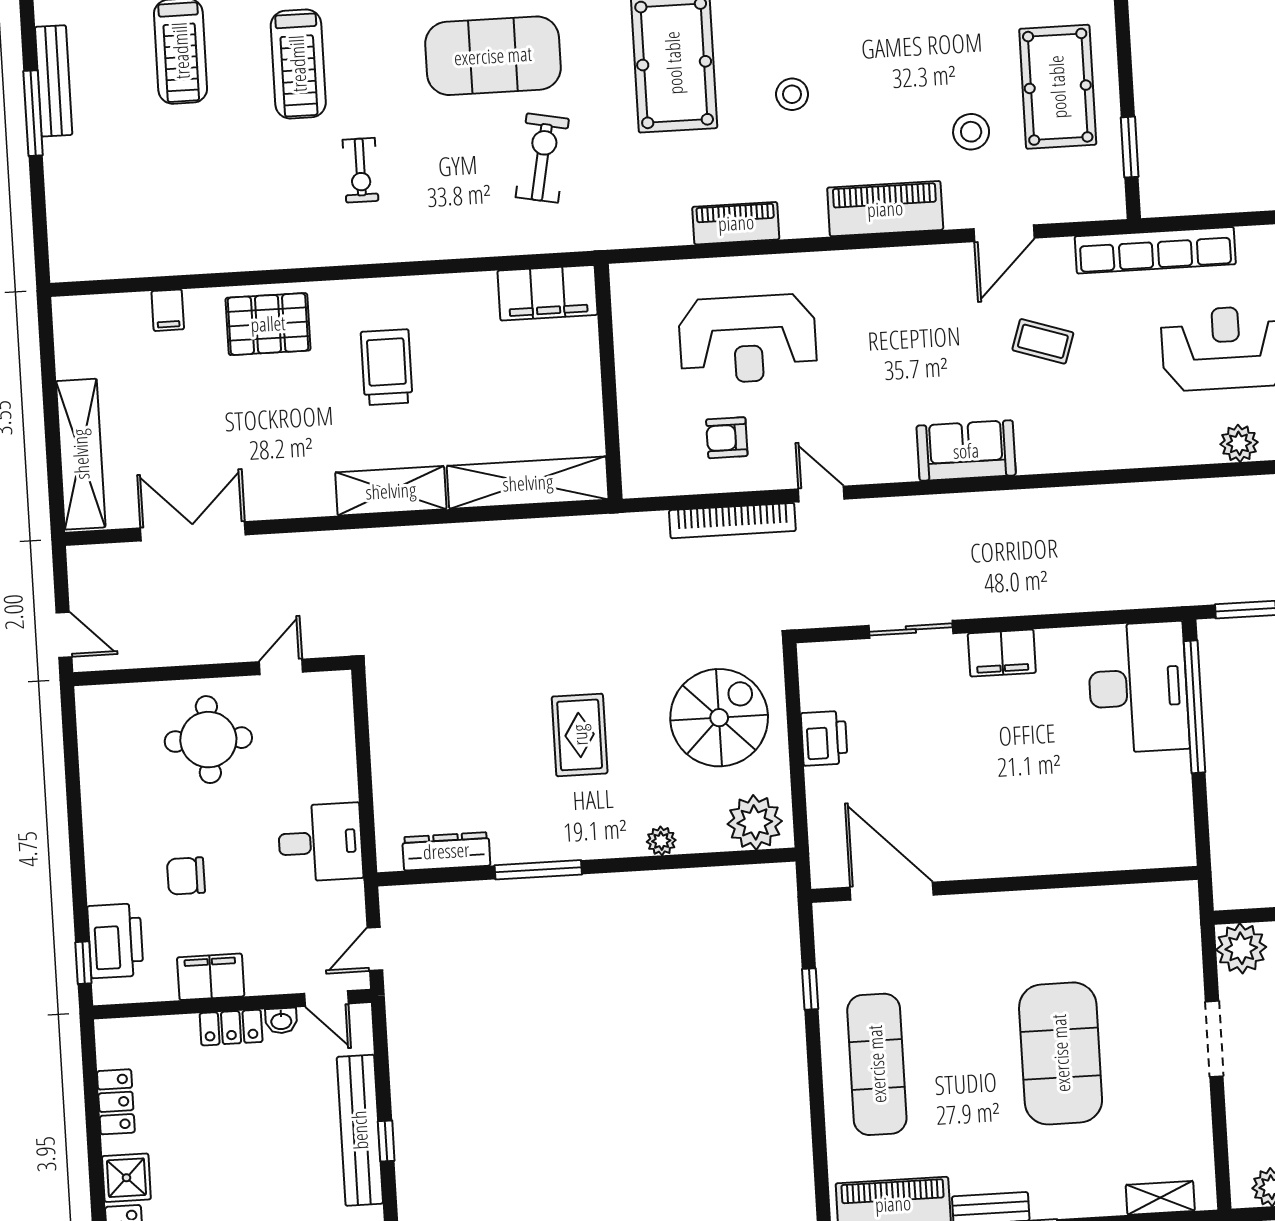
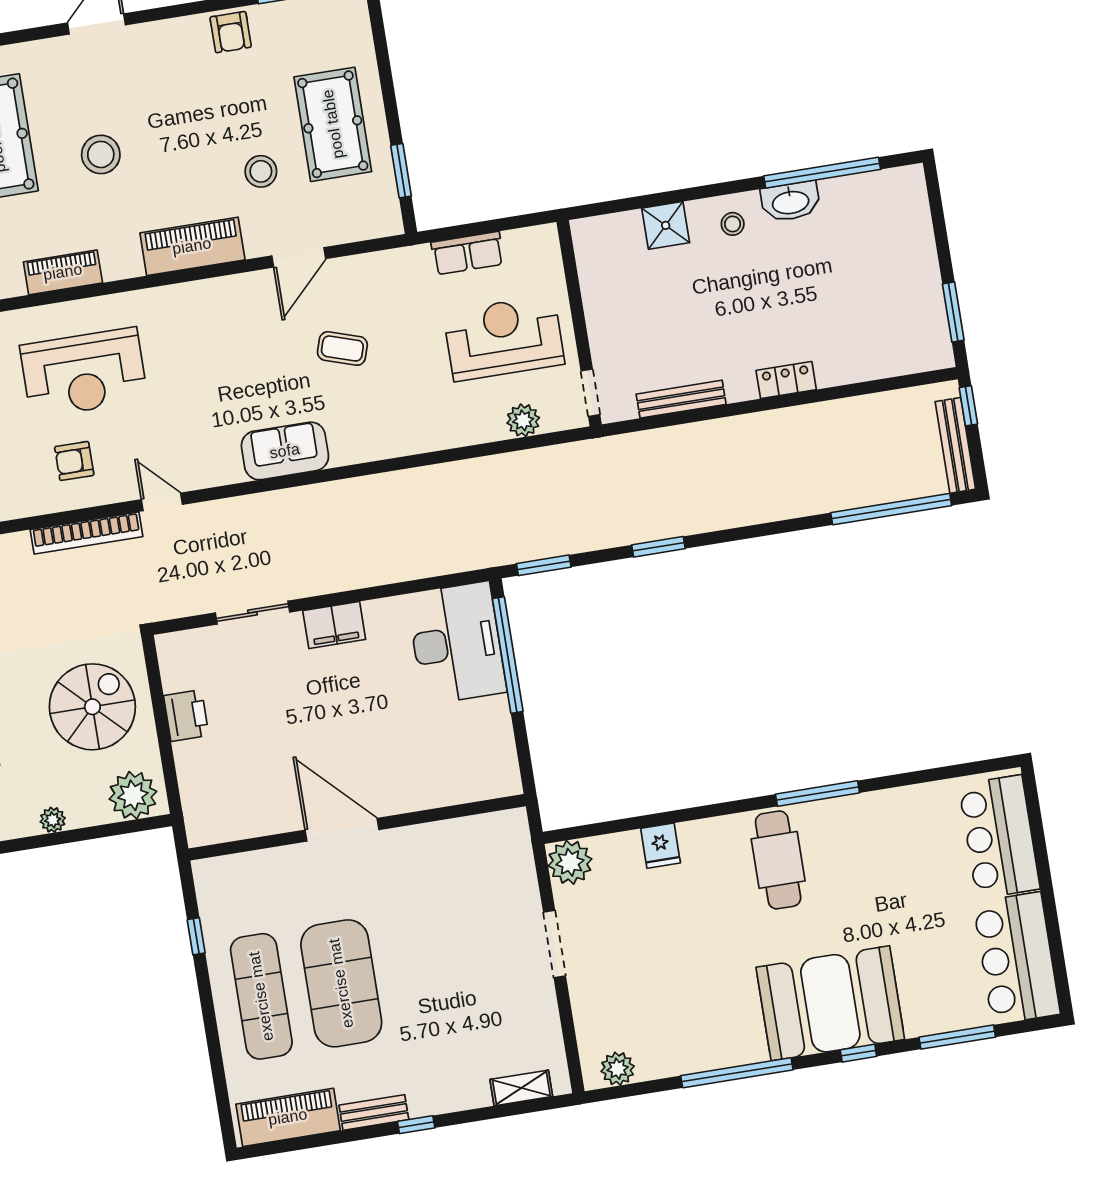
stool: (792, 94) -> (101, 154), width x1.38, depth x1.38
row of seats: (1155, 250) -> (468, 253), width x0.50
door: (892, 891) -> (342, 830), moved
exercise mat: (1061, 1053) -> (341, 983), moved

